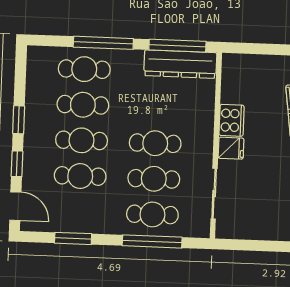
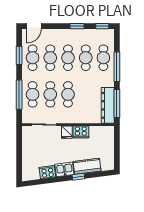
window: (17, 164) -> (102, 26), moved
cafe table: (79, 212) -> (33, 58), added

